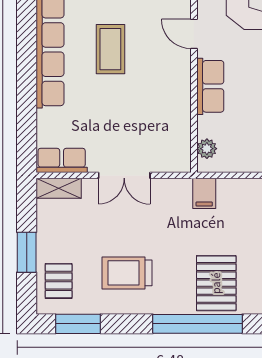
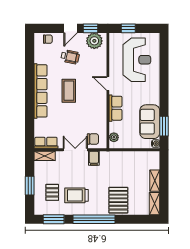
chair: (162, 152) -> (93, 139), added
double door: (124, 175) -> (75, 150), swing flipped
filing cabinet: (204, 193) -> (94, 158), moved
pallet: (59, 281) -> (52, 192), moved
window: (198, 324) -> (94, 219), moved

